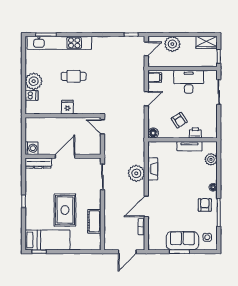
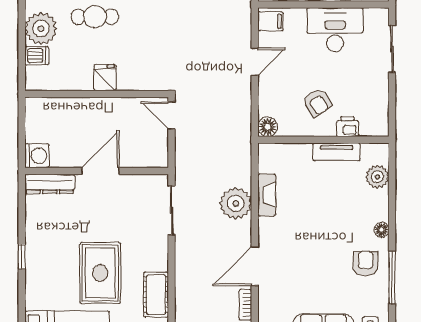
cafe table: (74, 76) -> (95, 17), moved

